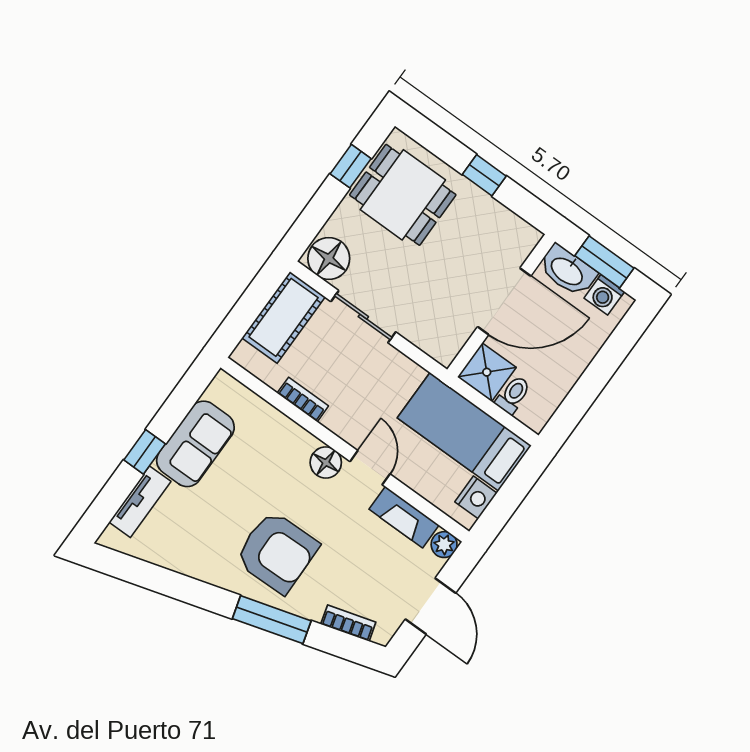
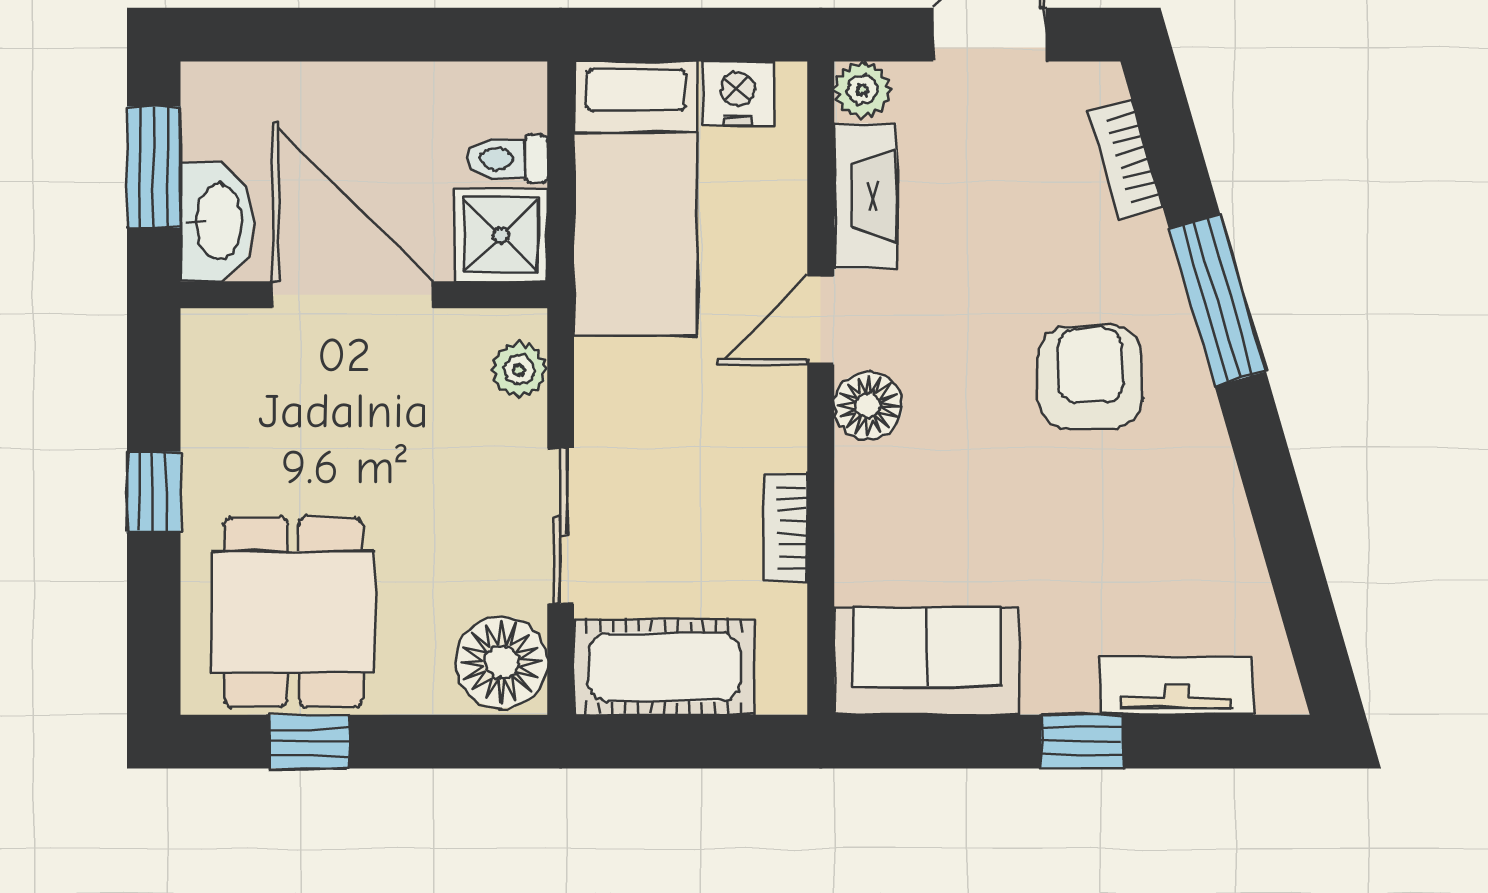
washing machine: (604, 295) -> (212, 125), removed
plant: (432, 343) -> (519, 370), added
sofa: (195, 444) -> (927, 661), moved
armchair: (277, 552) -> (1090, 378), width x0.73, depth x0.73

